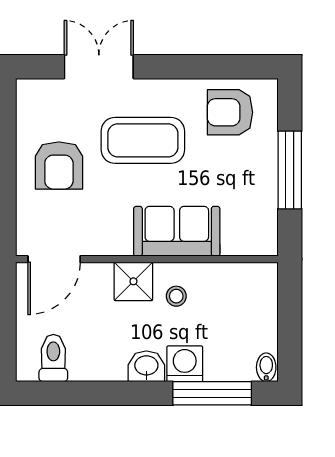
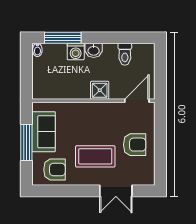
armchair: (59, 165) -> (135, 145), turned 90
sofa: (177, 231) -> (44, 132), moved, turned -90
stool: (176, 296) -> (80, 83), removed
toilet: (53, 358) -> (125, 54), moved

